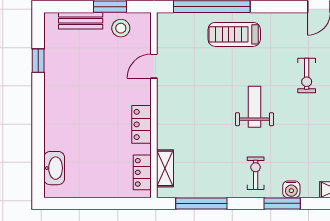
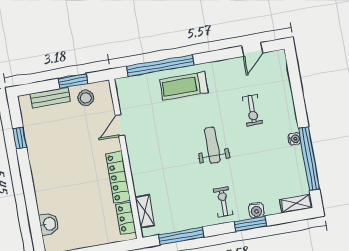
locker: (141, 124) -> (118, 177), width x1.53
washbasin: (54, 168) -> (49, 224), width x0.72

